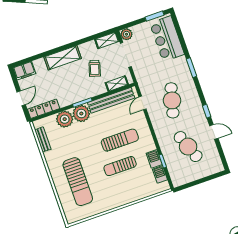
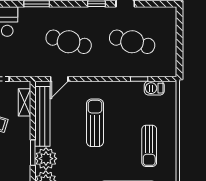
door: (143, 103) -> (59, 79), hinge flipped
cafe table: (188, 147) -> (132, 42), turned 36
barbecue: (154, 159) -> (133, 89), removed
sun lounger: (120, 166) -> (149, 146), moved

